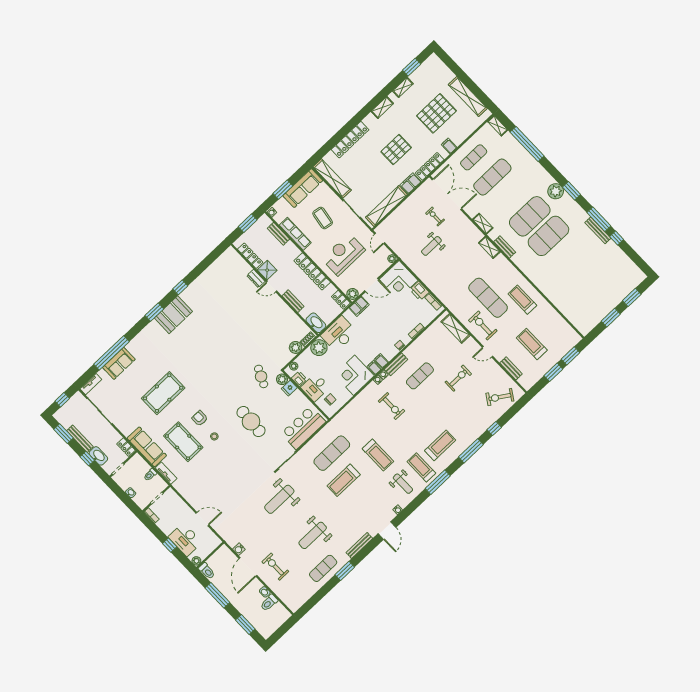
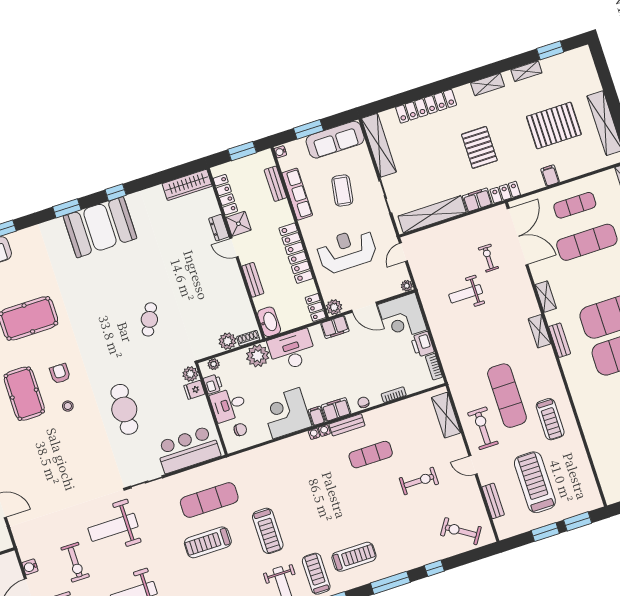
pallet: (396, 150) -> (479, 147), turned 90
locker: (430, 166) -> (505, 192), width x0.66
wardrobe: (223, 261) -> (187, 185), added
treadmill: (522, 300) -> (550, 419), turned 180
booth: (173, 315) -> (100, 227), width x1.36, depth x1.42
treadmill: (532, 344) -> (535, 482), width x1.37, depth x1.38
filing cabinet: (381, 361) -> (336, 409), width x2.00
cafe table: (261, 376) -> (149, 319), moved
exercise bike: (392, 406) -> (75, 562), moved

